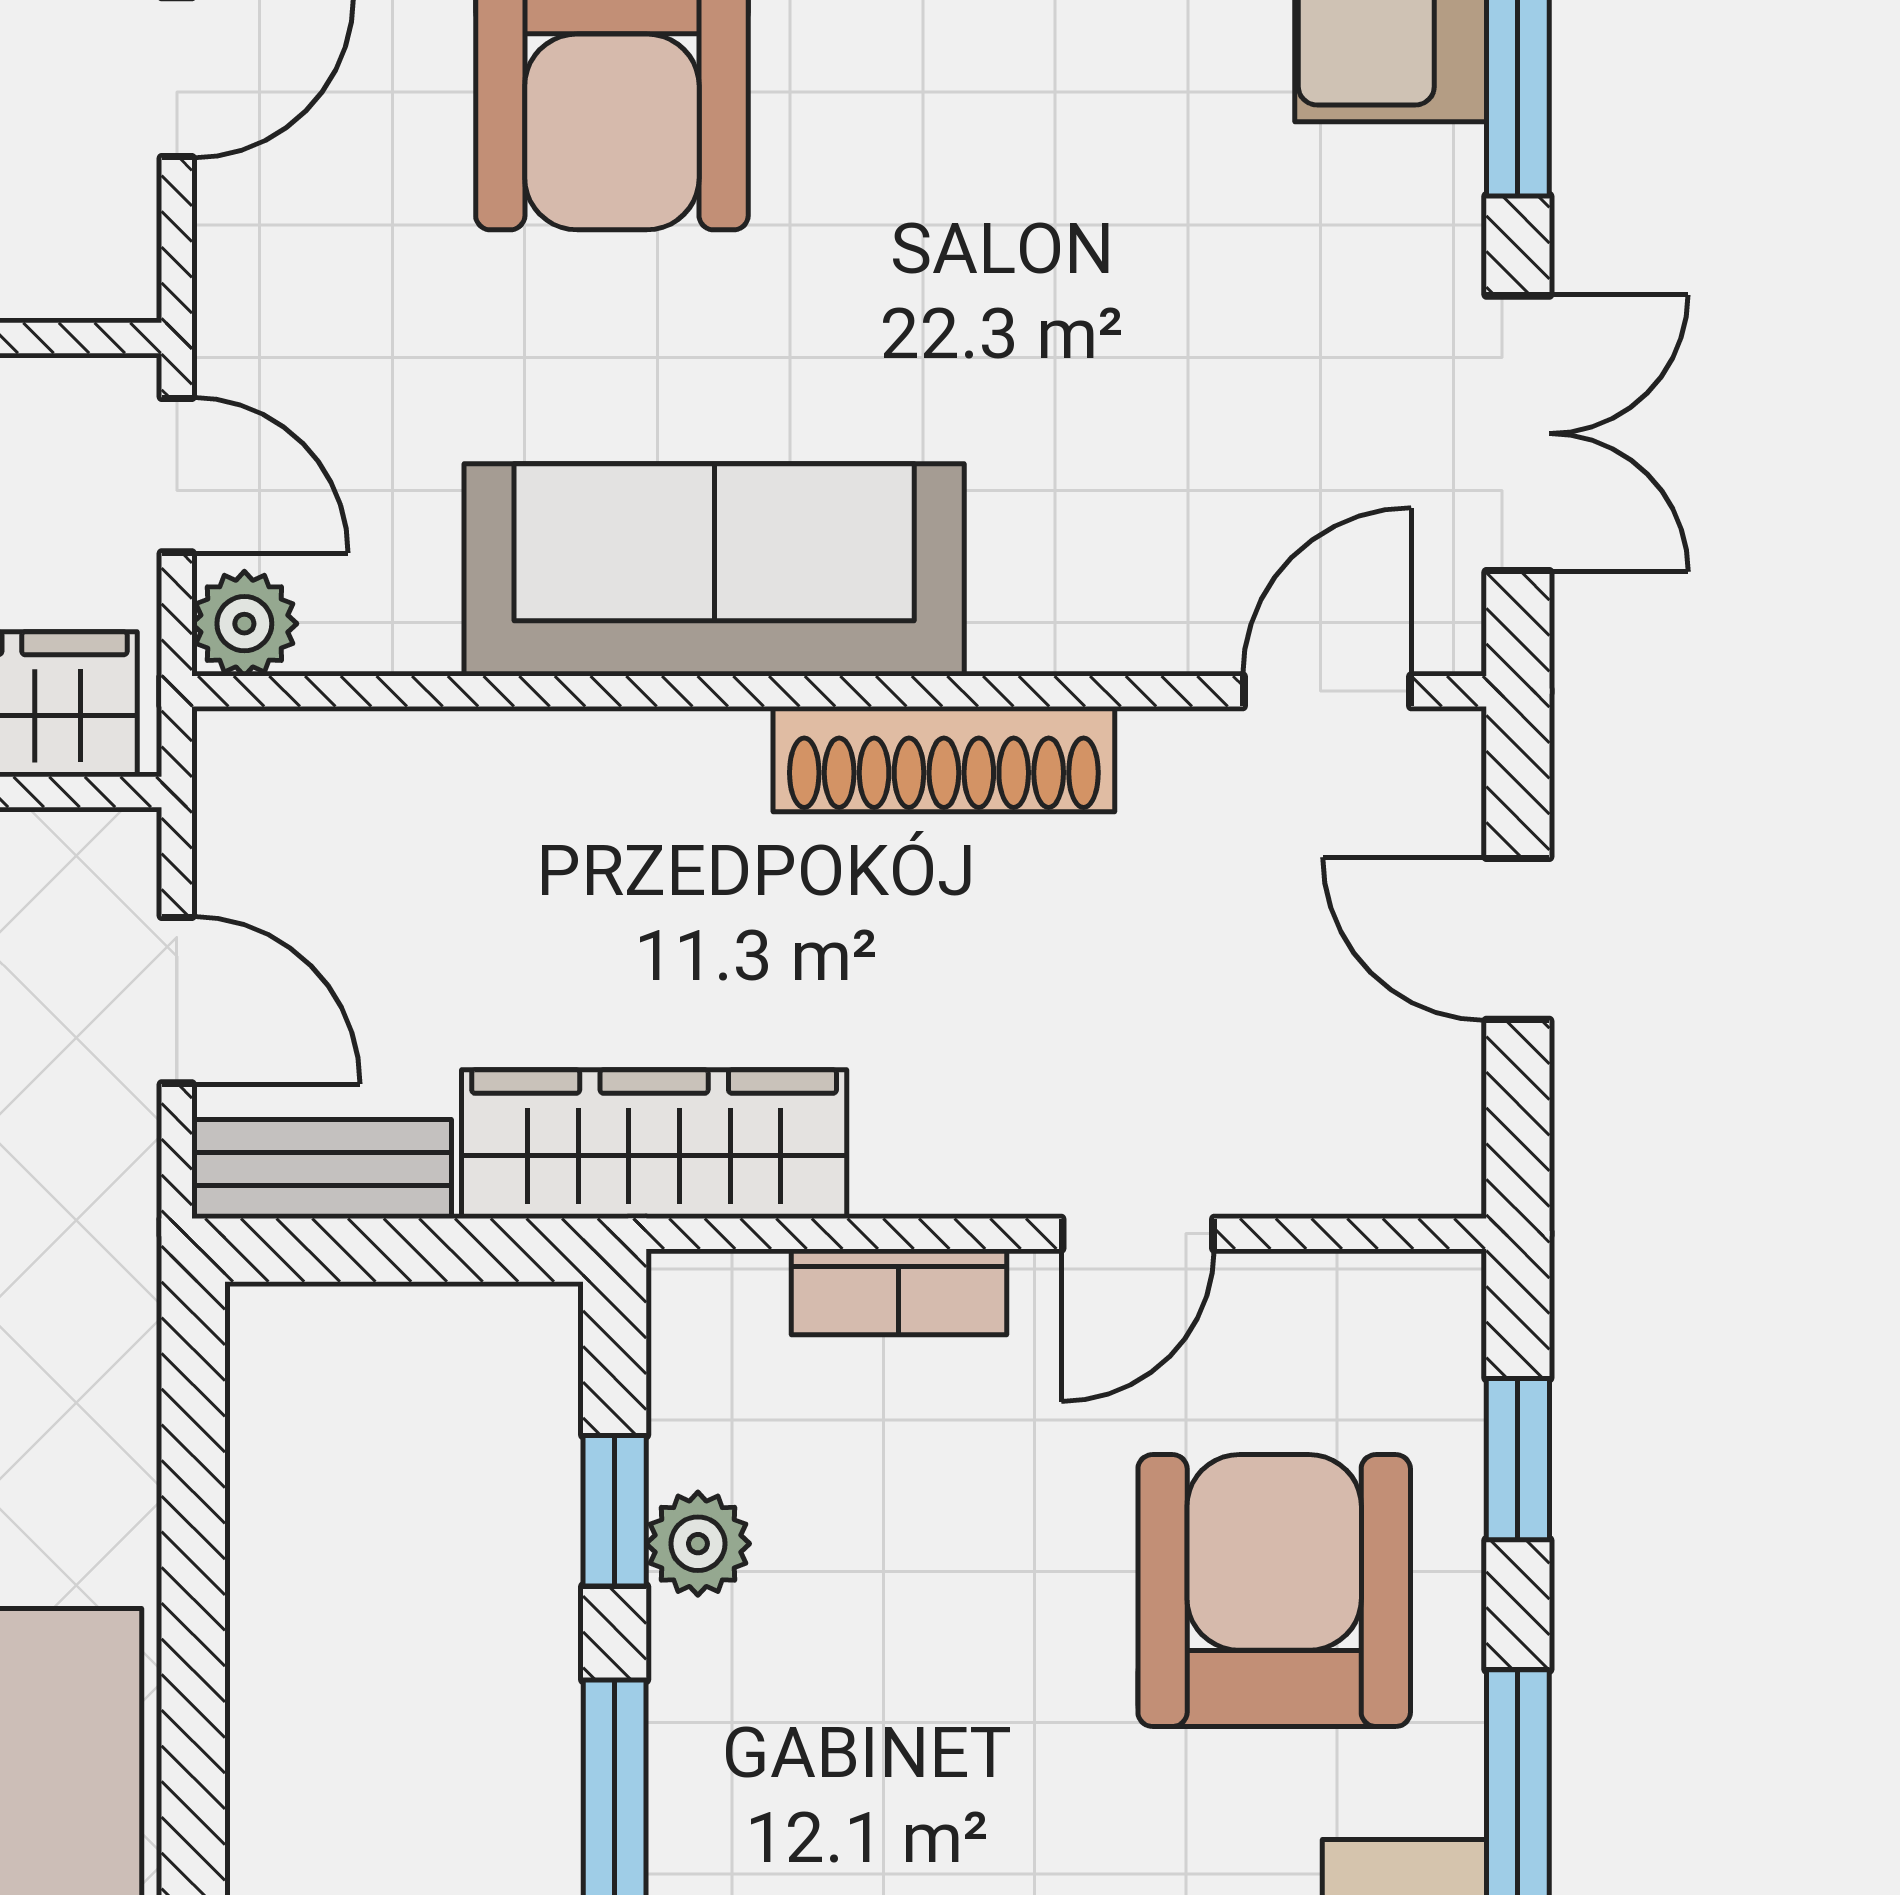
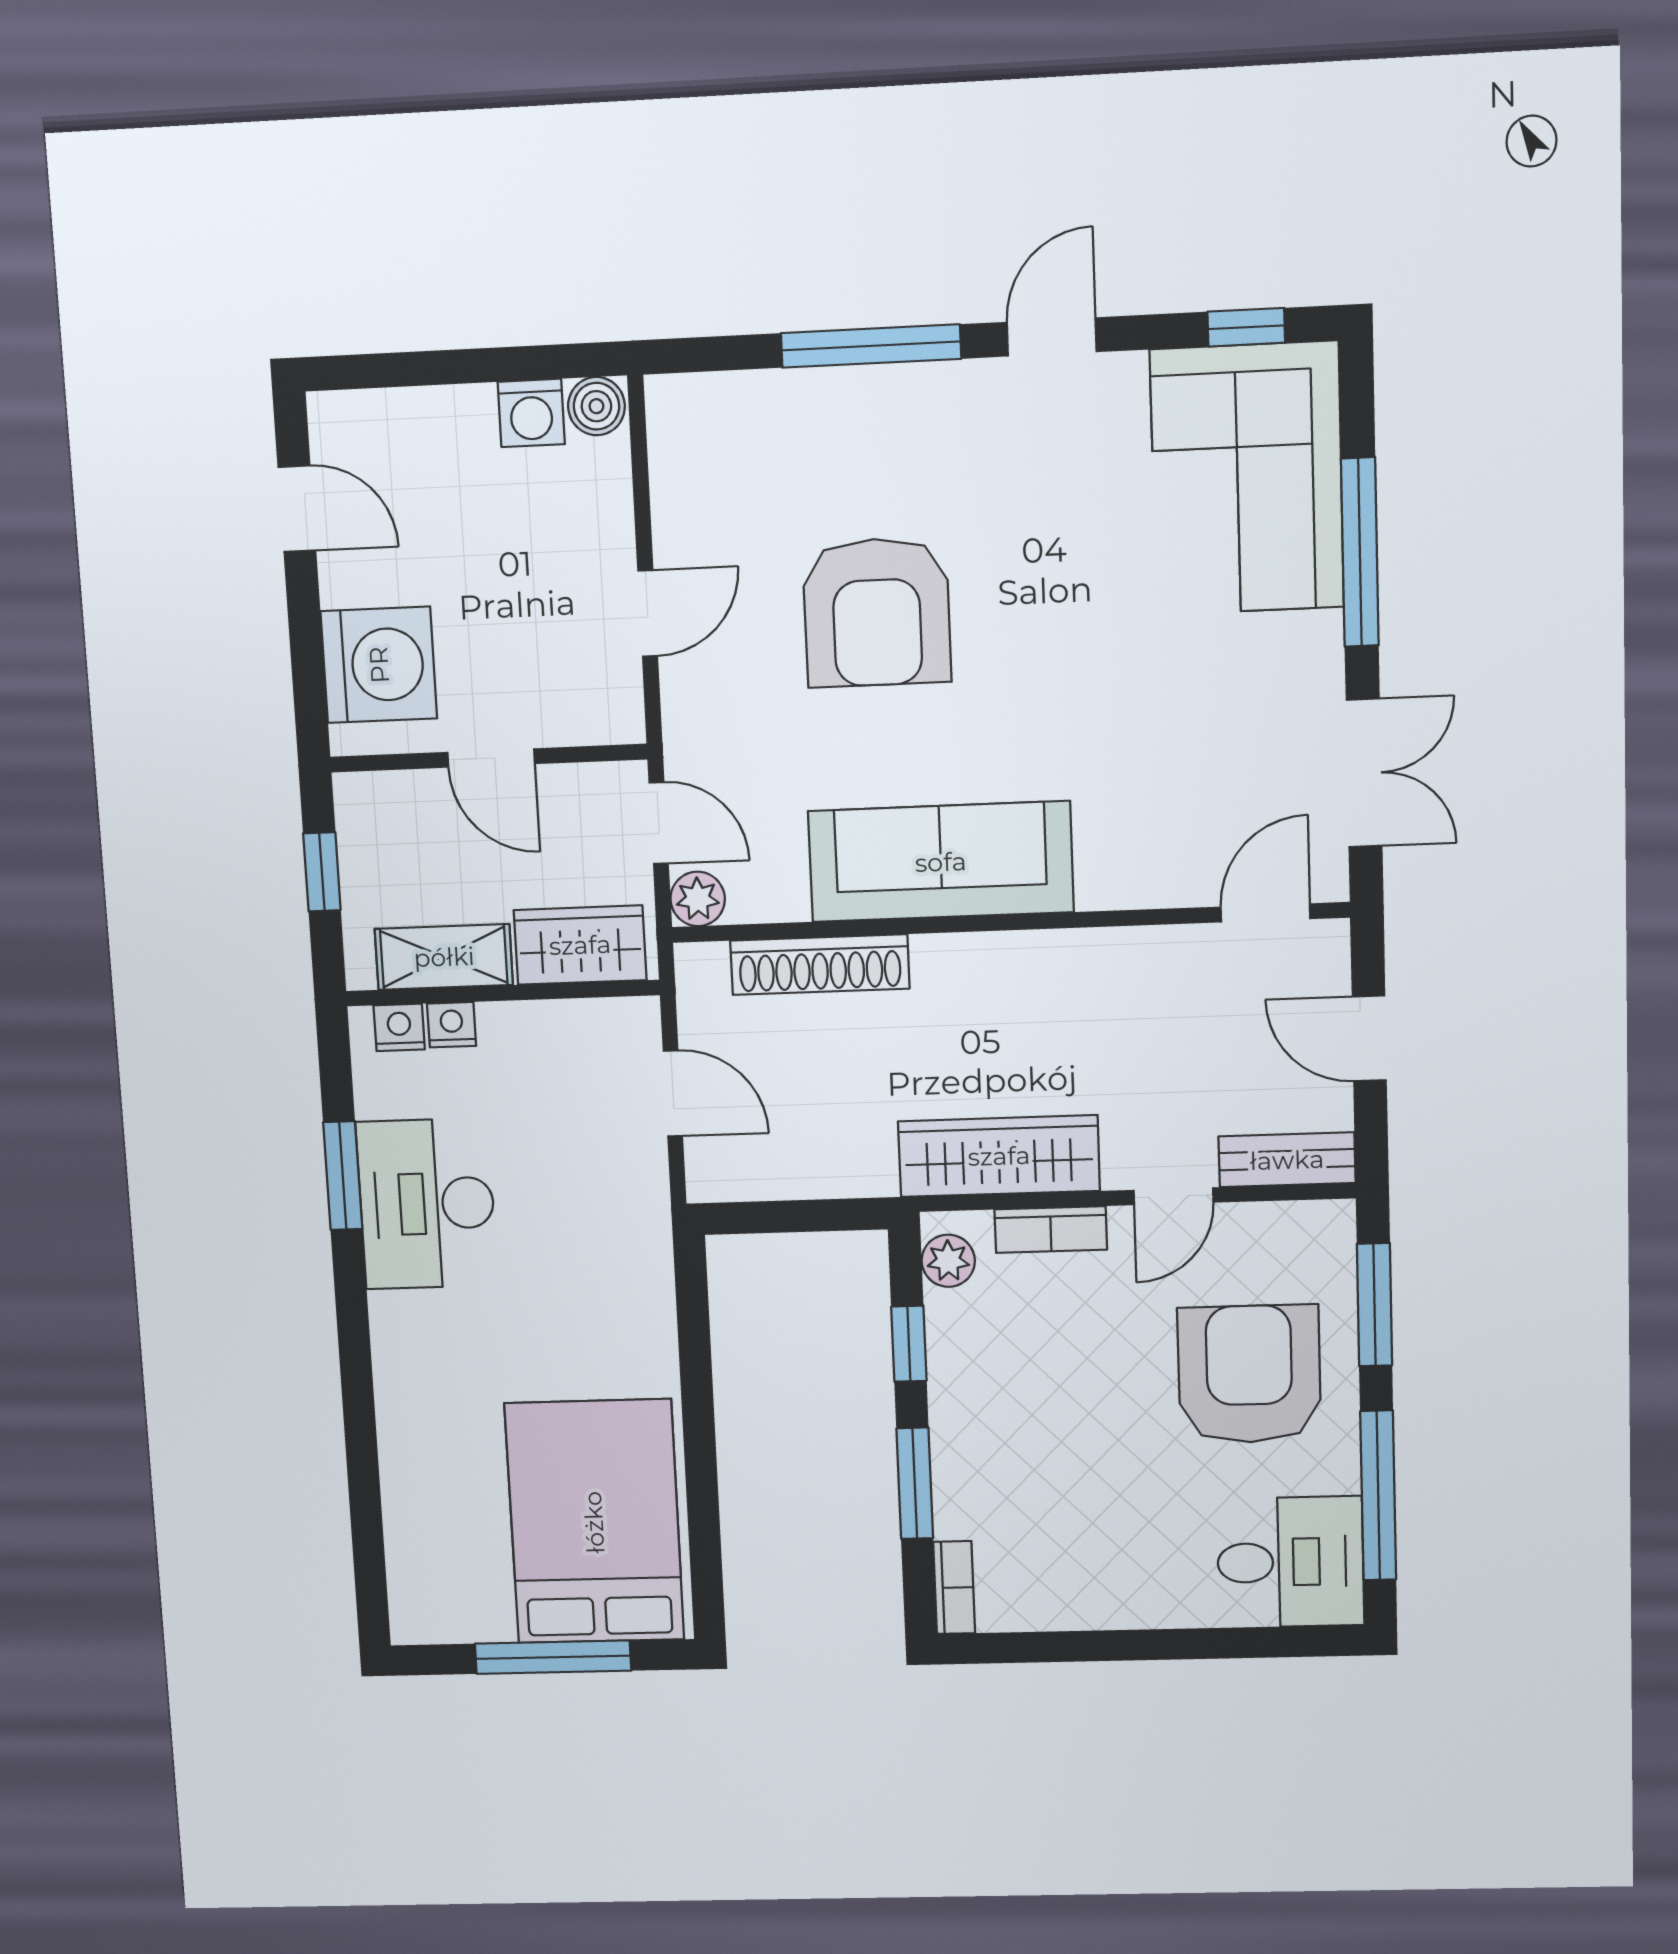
shoe rack: (944, 759) -> (820, 965), moved
wardrobe: (654, 1144) -> (999, 1156), moved
bench: (322, 1169) -> (1287, 1160), moved
window: (1518, 1459) -> (1374, 1305), width x1.50
plant: (698, 1544) -> (948, 1261), moved

